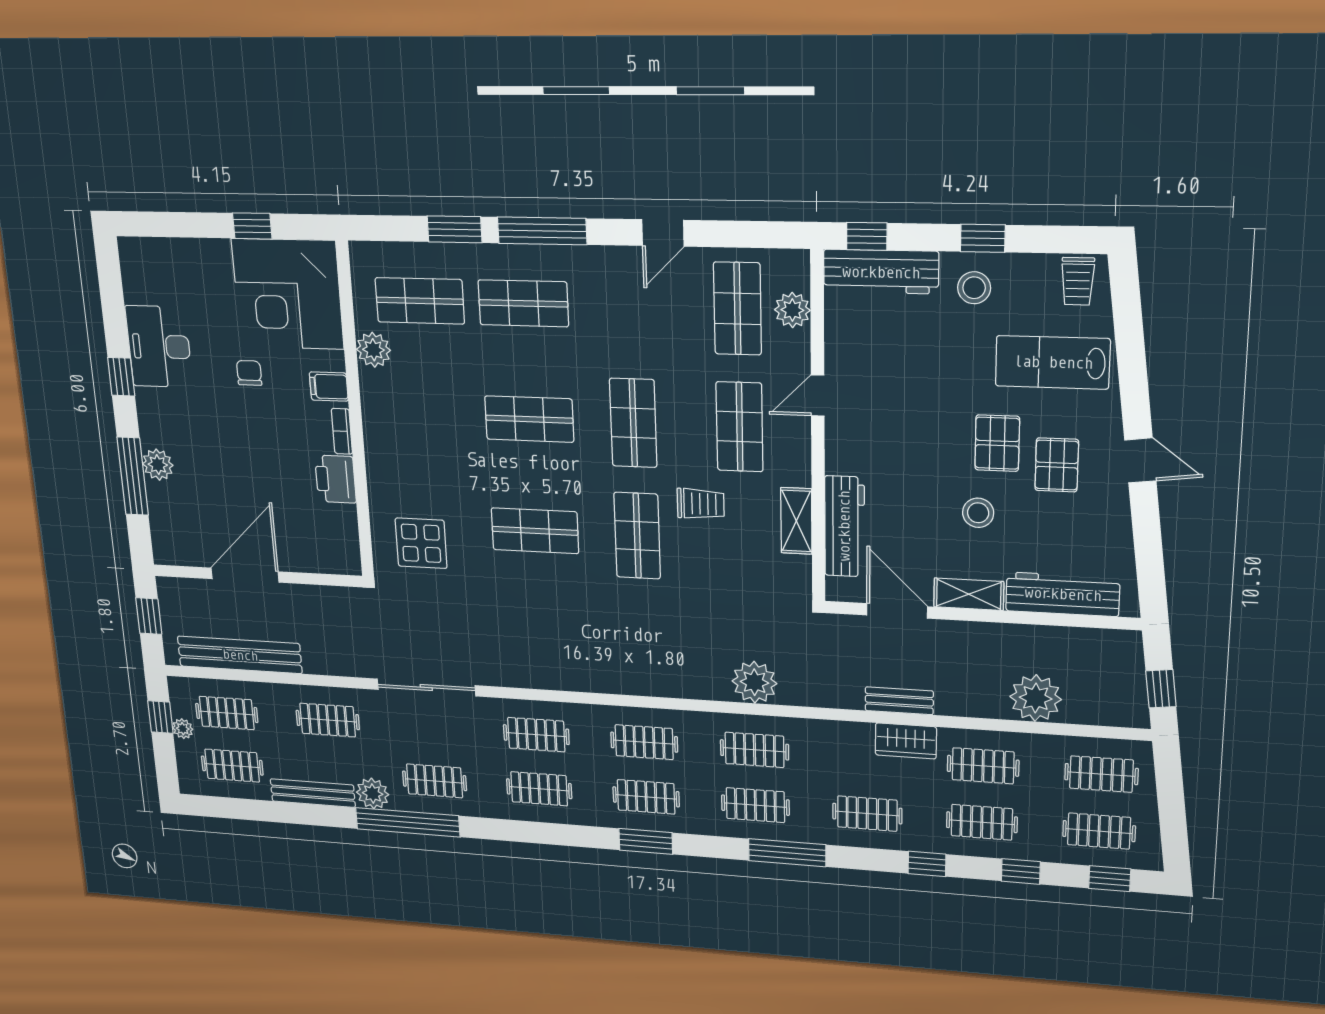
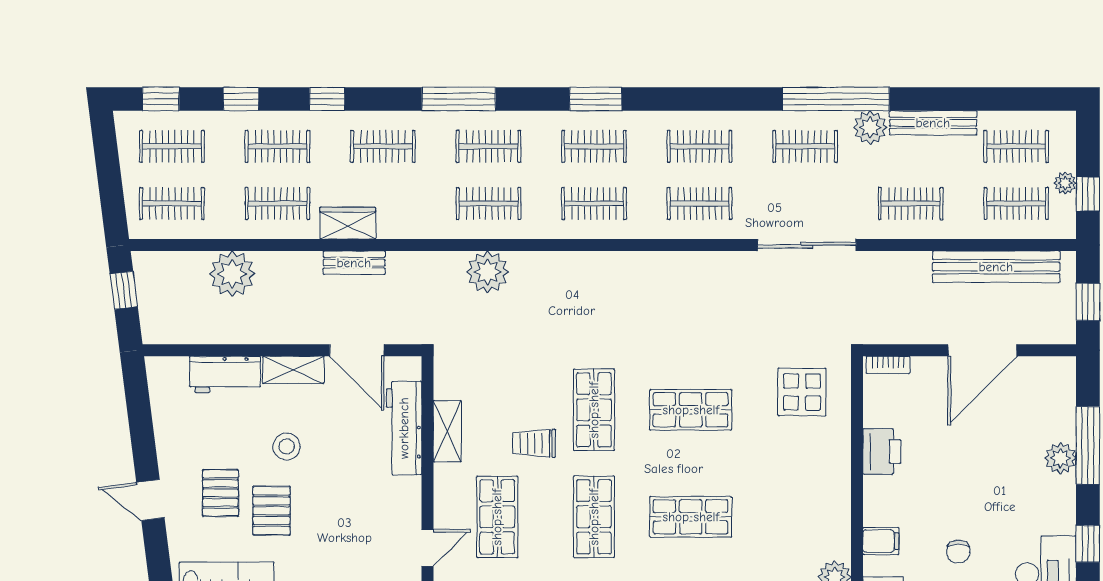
bookcase: (342, 431) -> (888, 365), moved, turned 90
workbench: (1063, 594) -> (225, 374), width x0.73

